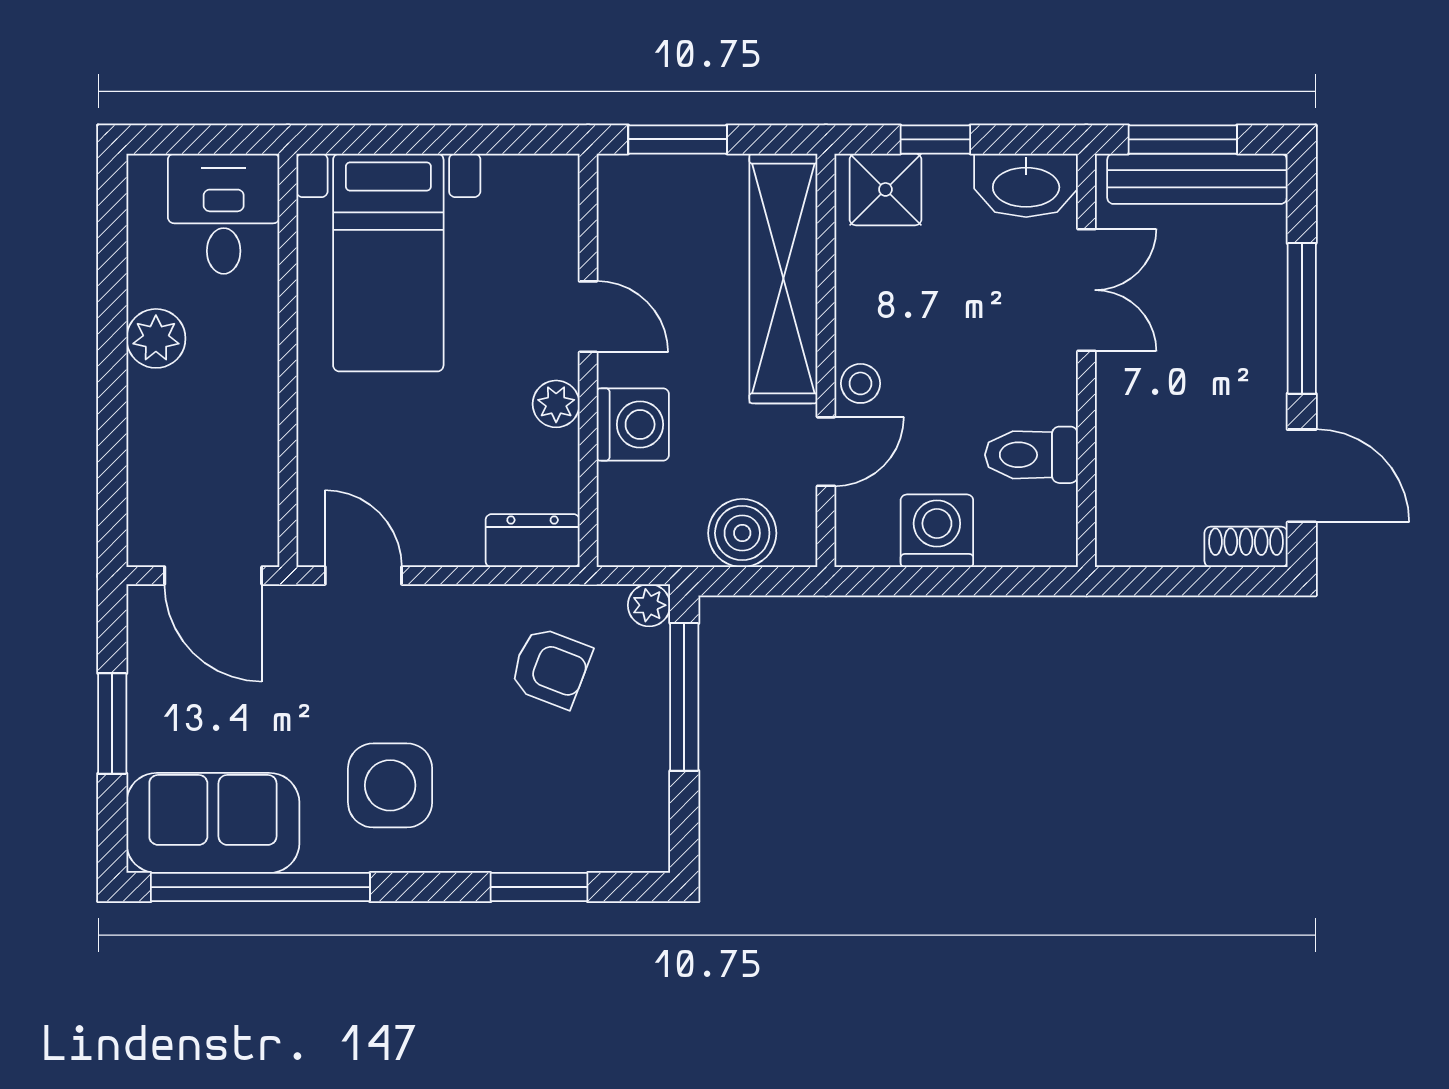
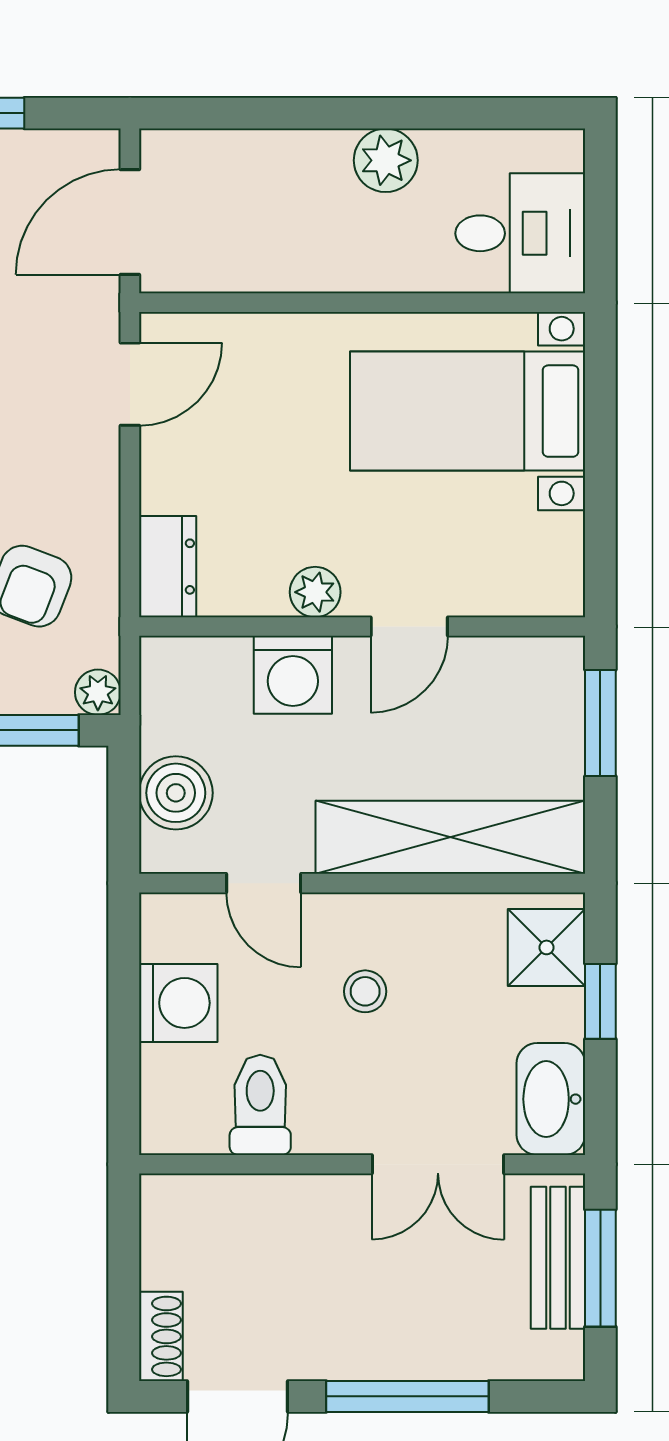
bench: (1197, 179) -> (558, 1258), width x0.73
stool: (860, 383) -> (365, 991), moved

